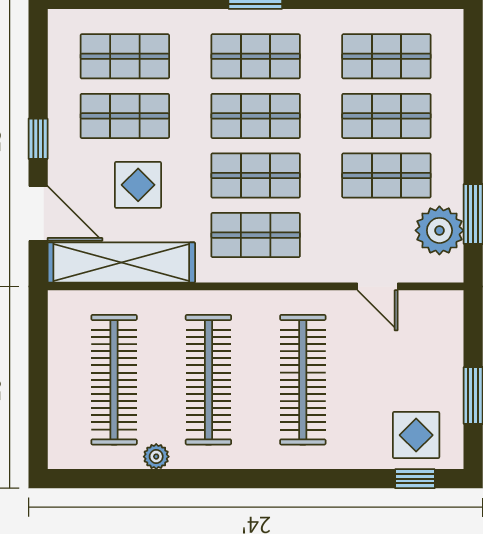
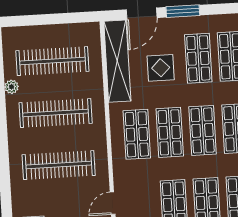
window: (38, 139) -> (183, 11), width x1.50

